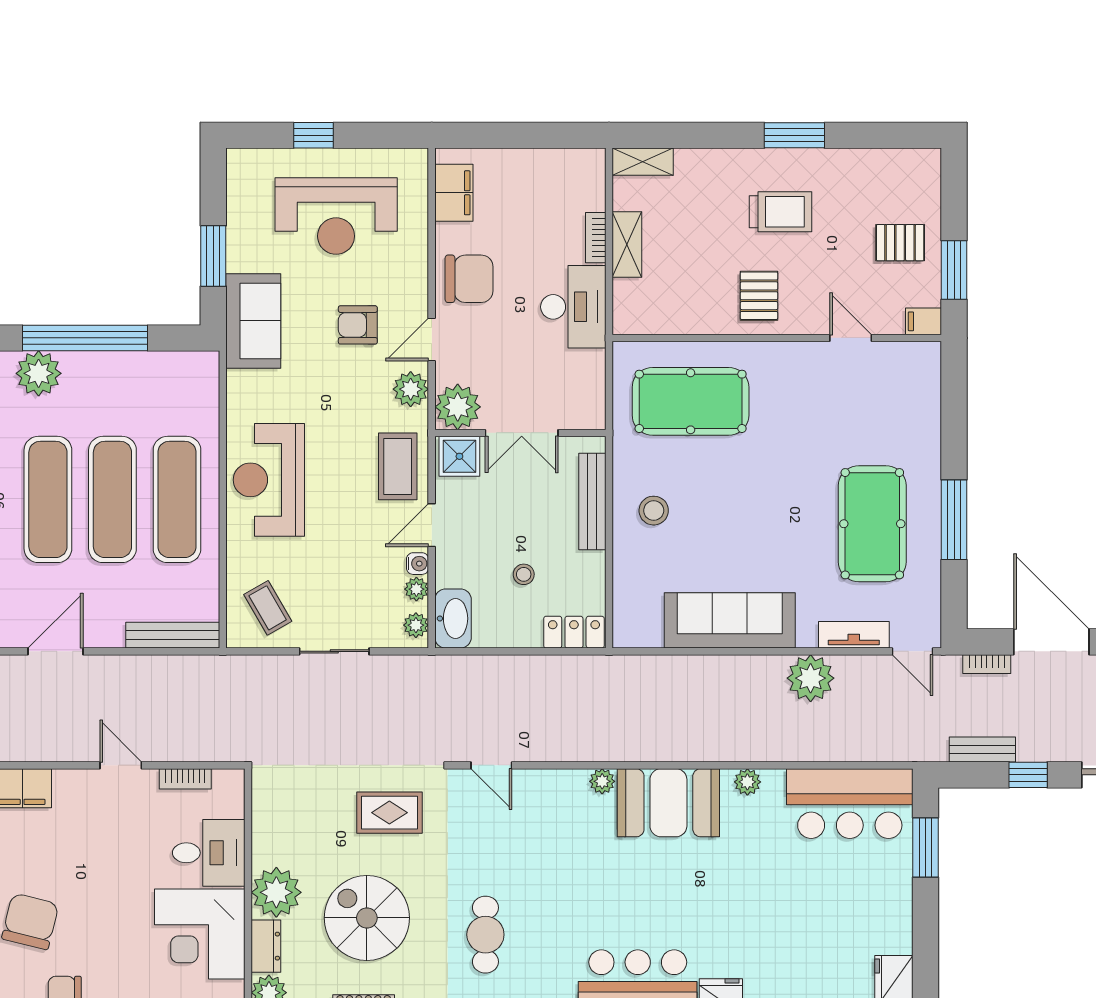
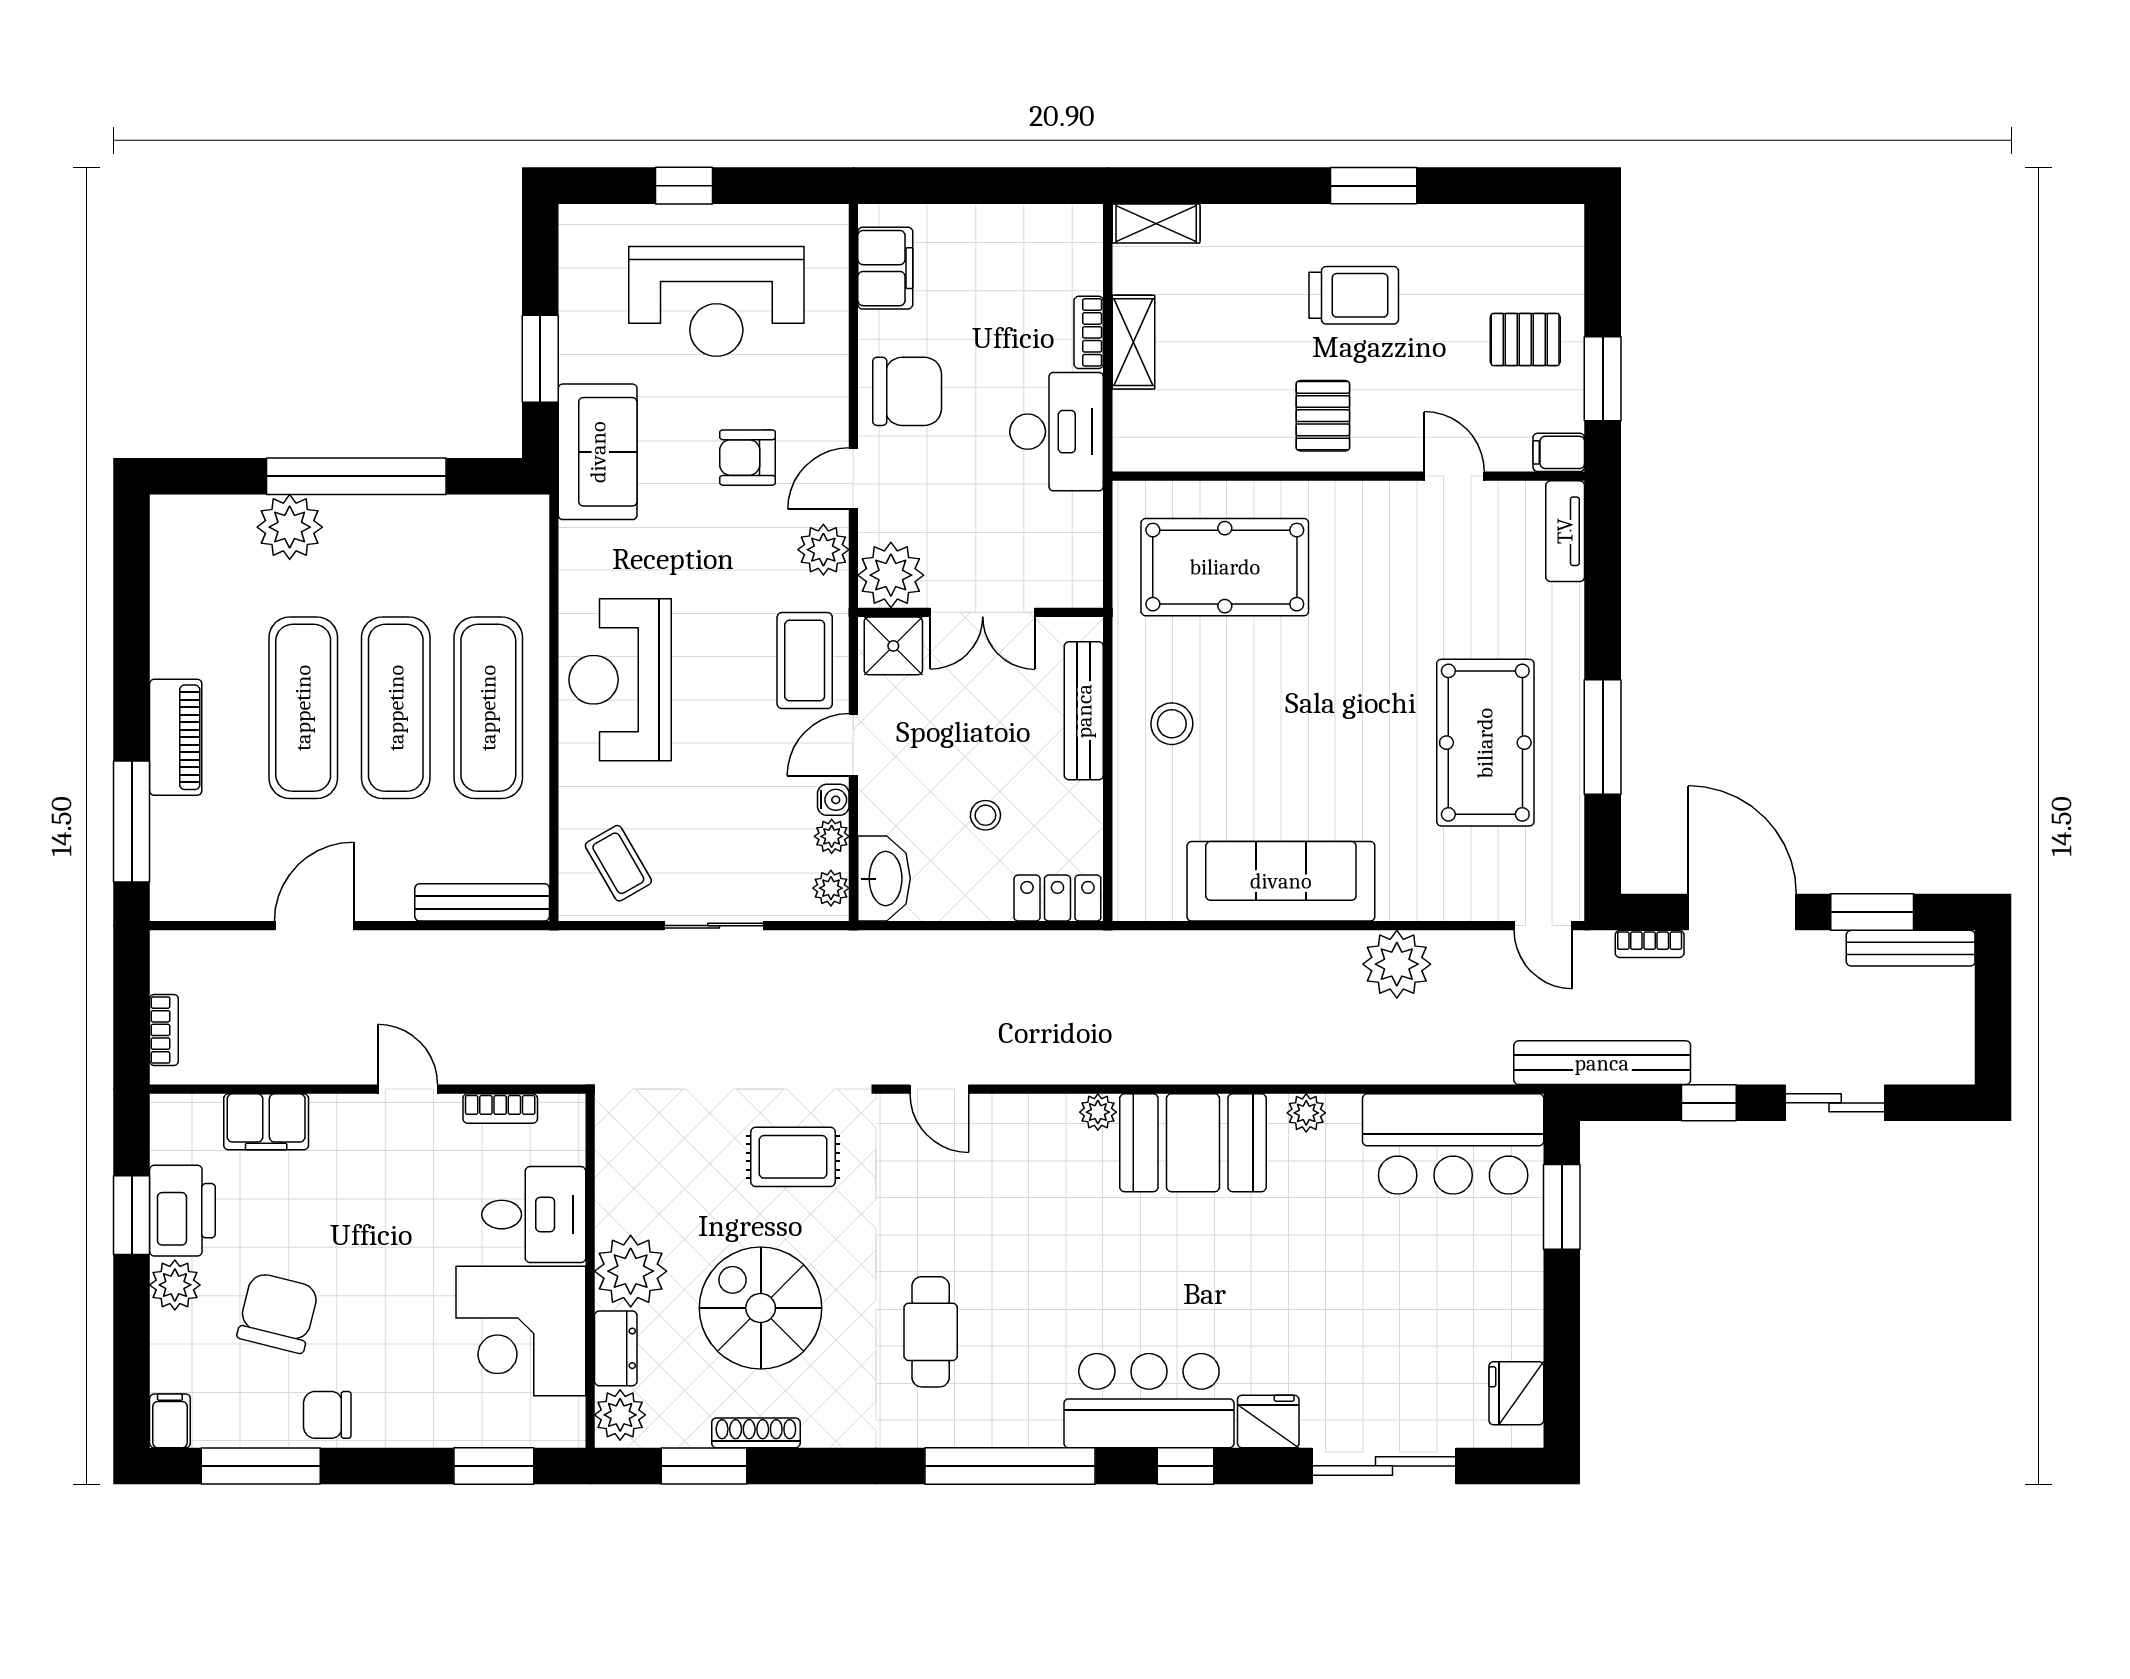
tv unit: (854, 635) -> (1565, 531), moved, turned -90
bench: (982, 750) -> (1602, 1063), width x1.86, depth x1.21

